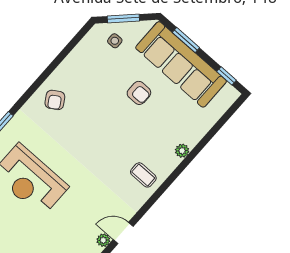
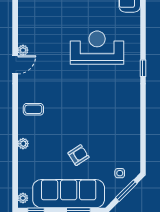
armchair: (139, 93) -> (79, 155), turned 147
plant: (229, 99) -> (23, 198), added
armchair: (55, 100) -> (124, 107), removed

